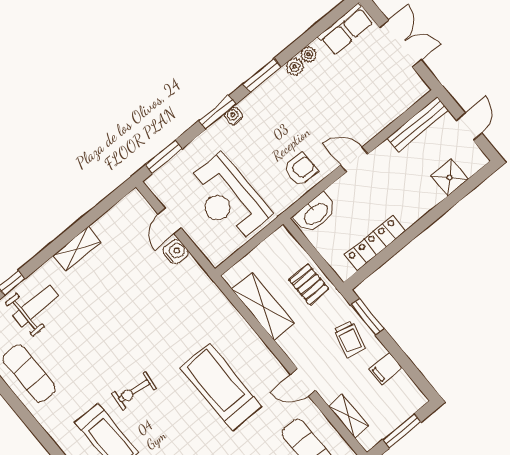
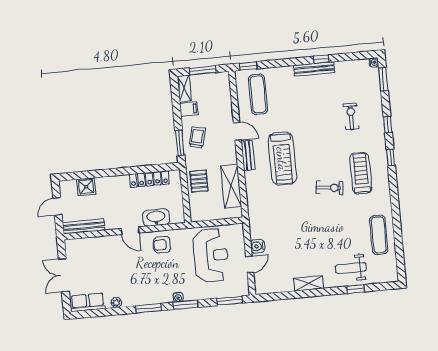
plant: (295, 67) -> (128, 301), removed
washbasin: (315, 213) -> (156, 217), moved
bench: (268, 361) -> (248, 155), added
shelving: (348, 416) -> (184, 89), moved

